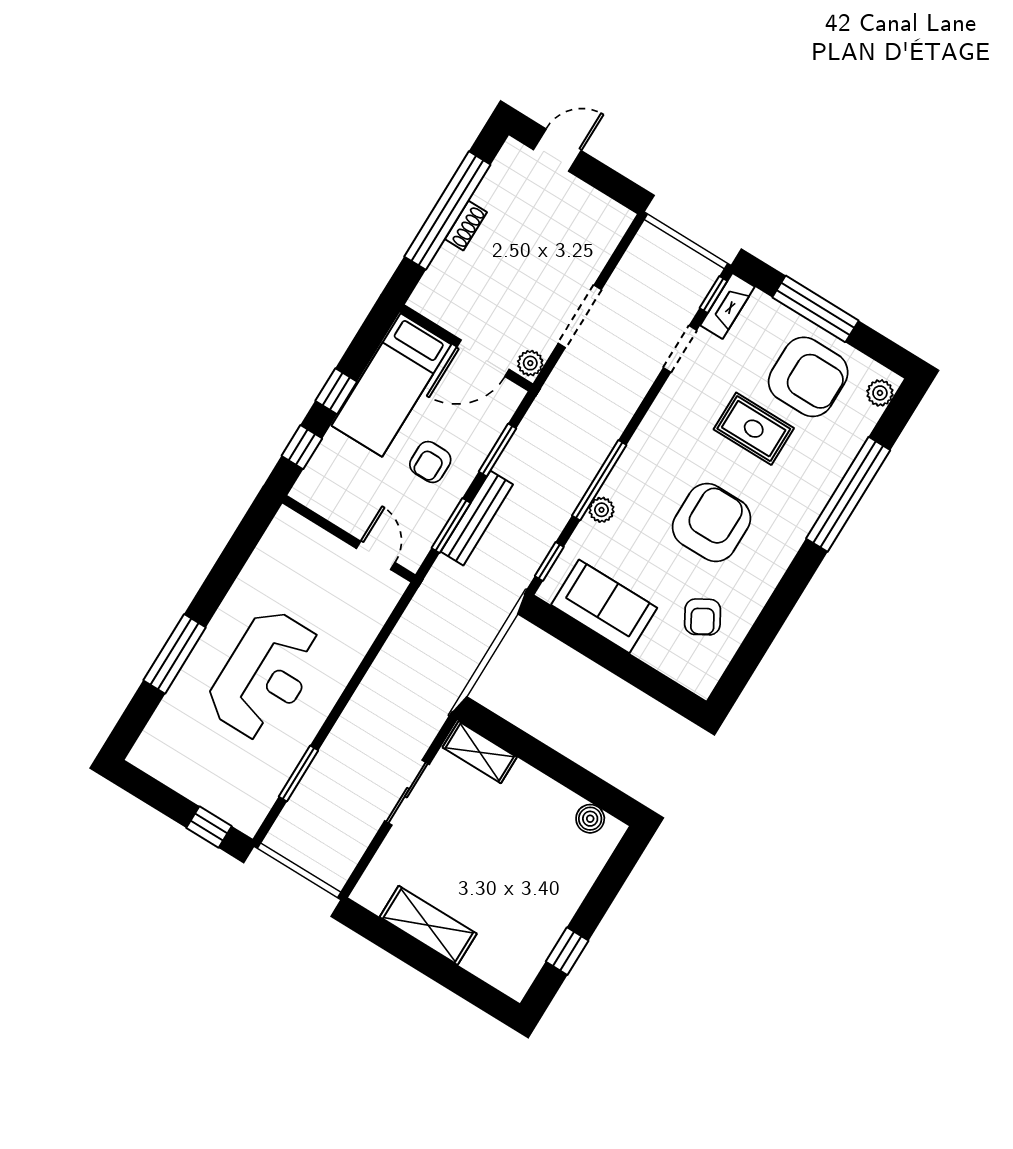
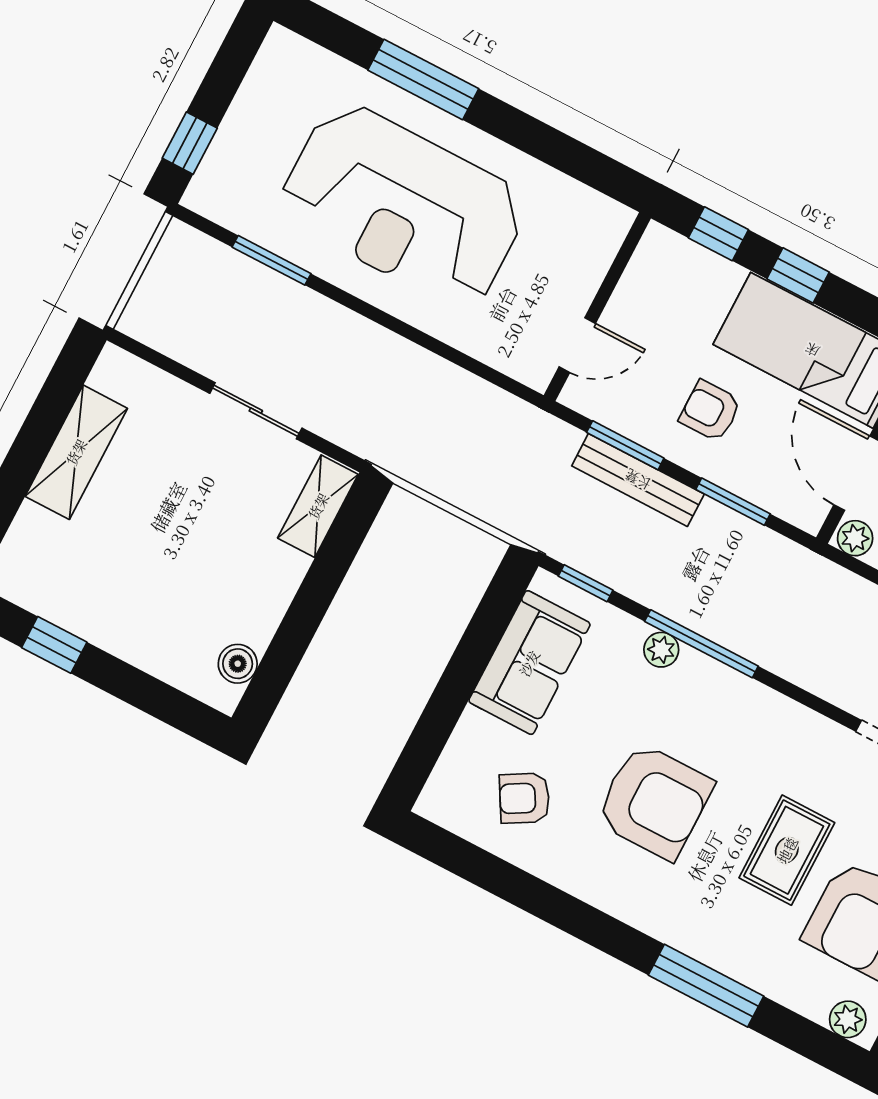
window: (848, 494) -> (706, 986), width x0.68
reception desk: (265, 675) -> (403, 205), width x1.36, depth x1.30

